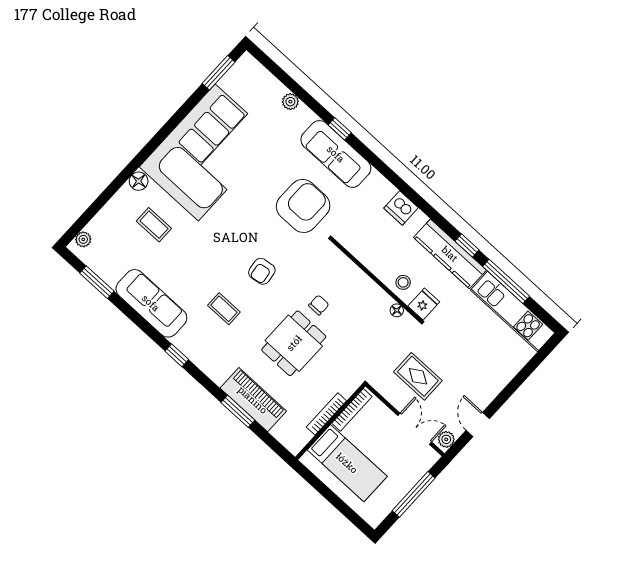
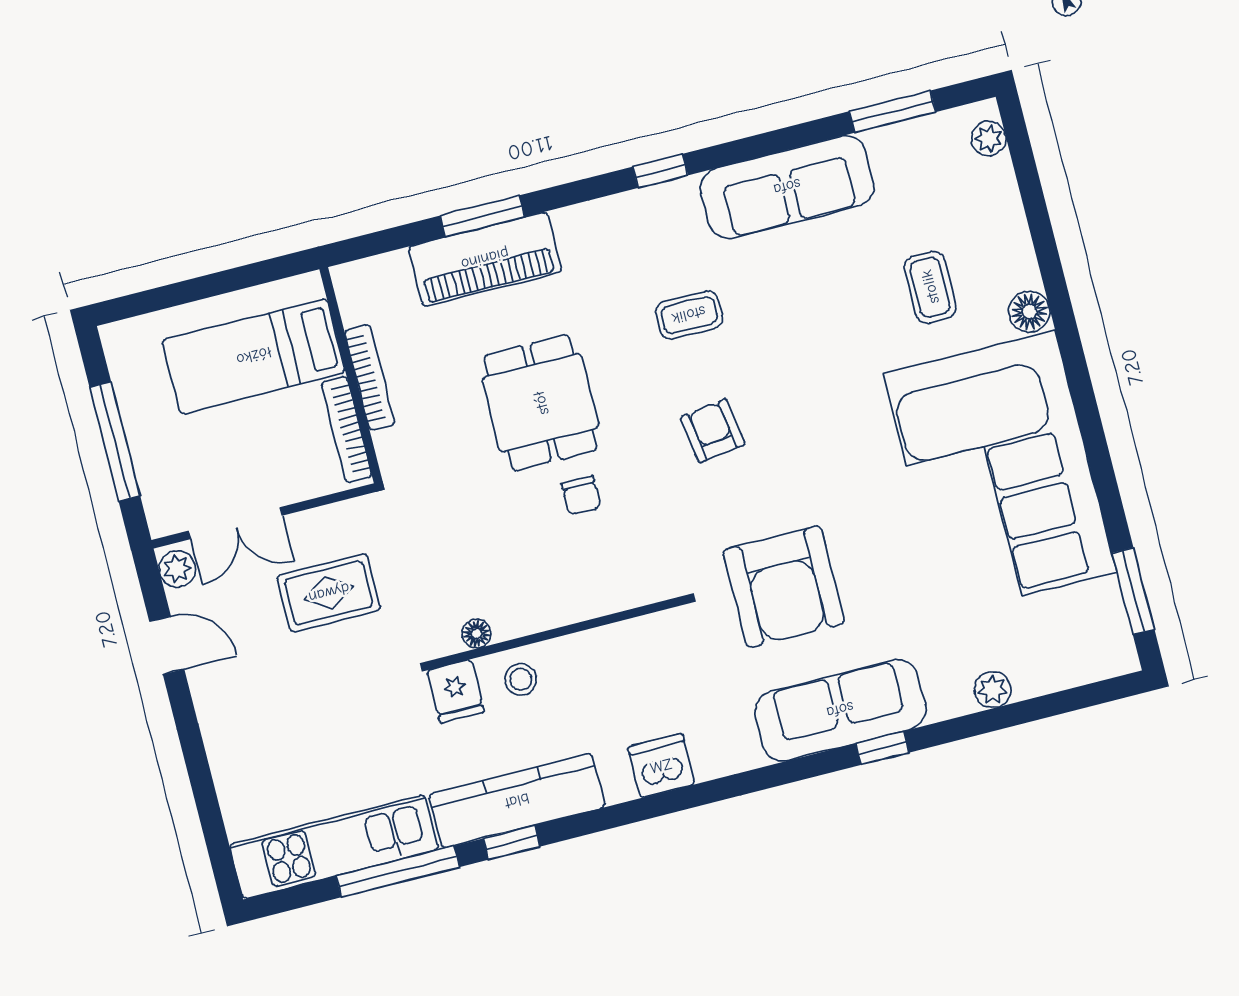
coffee table: (154, 225) -> (930, 287), turned 90

